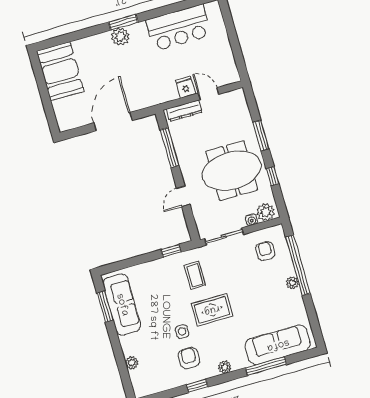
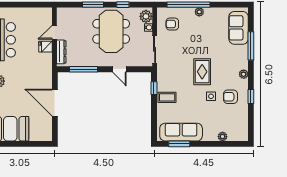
coffee table: (195, 275) -> (167, 97), moved
sofa: (278, 345) -> (239, 28), width x0.73

